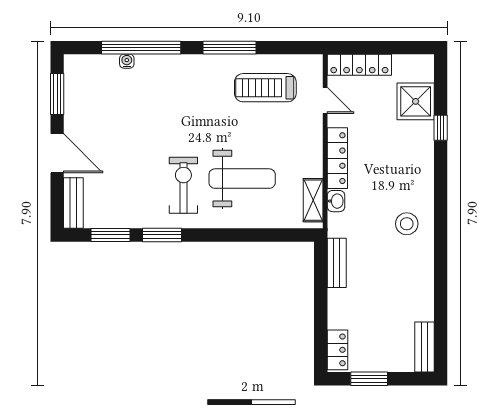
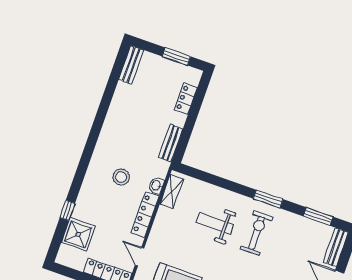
weight bench: (242, 179) -> (215, 223), width x0.73, depth x0.75
exercise bike: (183, 185) -> (256, 233), turned 180
stool: (407, 224) -> (121, 177), moved
window: (162, 235) -> (268, 199), moved
locker: (337, 350) -> (186, 99), moved

